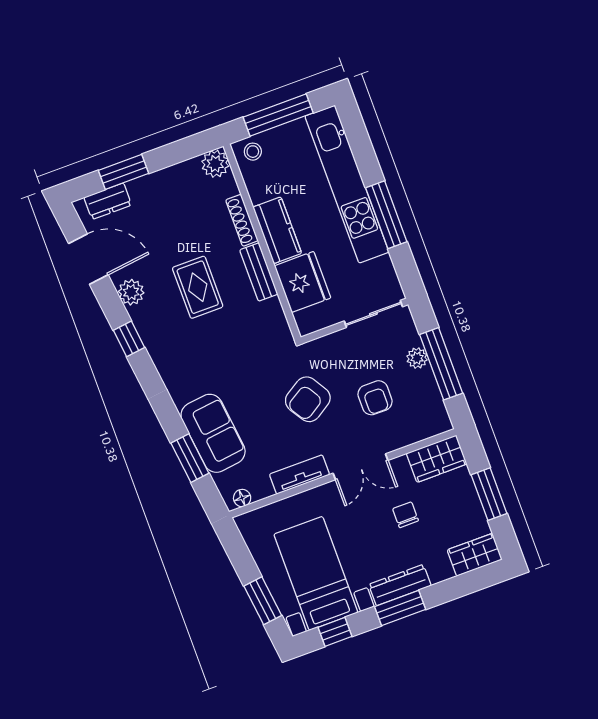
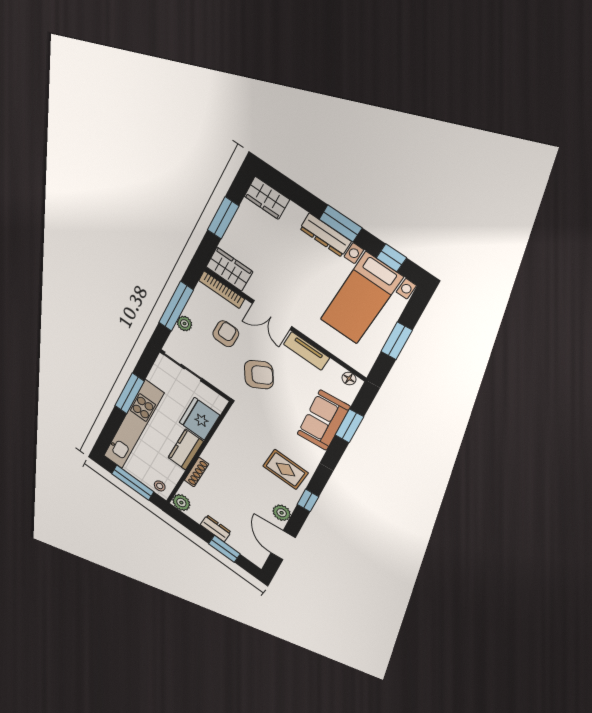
dresser: (108, 201) -> (216, 528), moved
bench: (259, 272) -> (214, 447), removed
rug: (198, 287) -> (285, 469), moved, turned 90
bookcase: (422, 432) -> (222, 290), added
double door: (360, 467) -> (272, 315), swing flipped
chair: (405, 515) -> (278, 265), removed
window: (263, 601) -> (397, 341), moved

